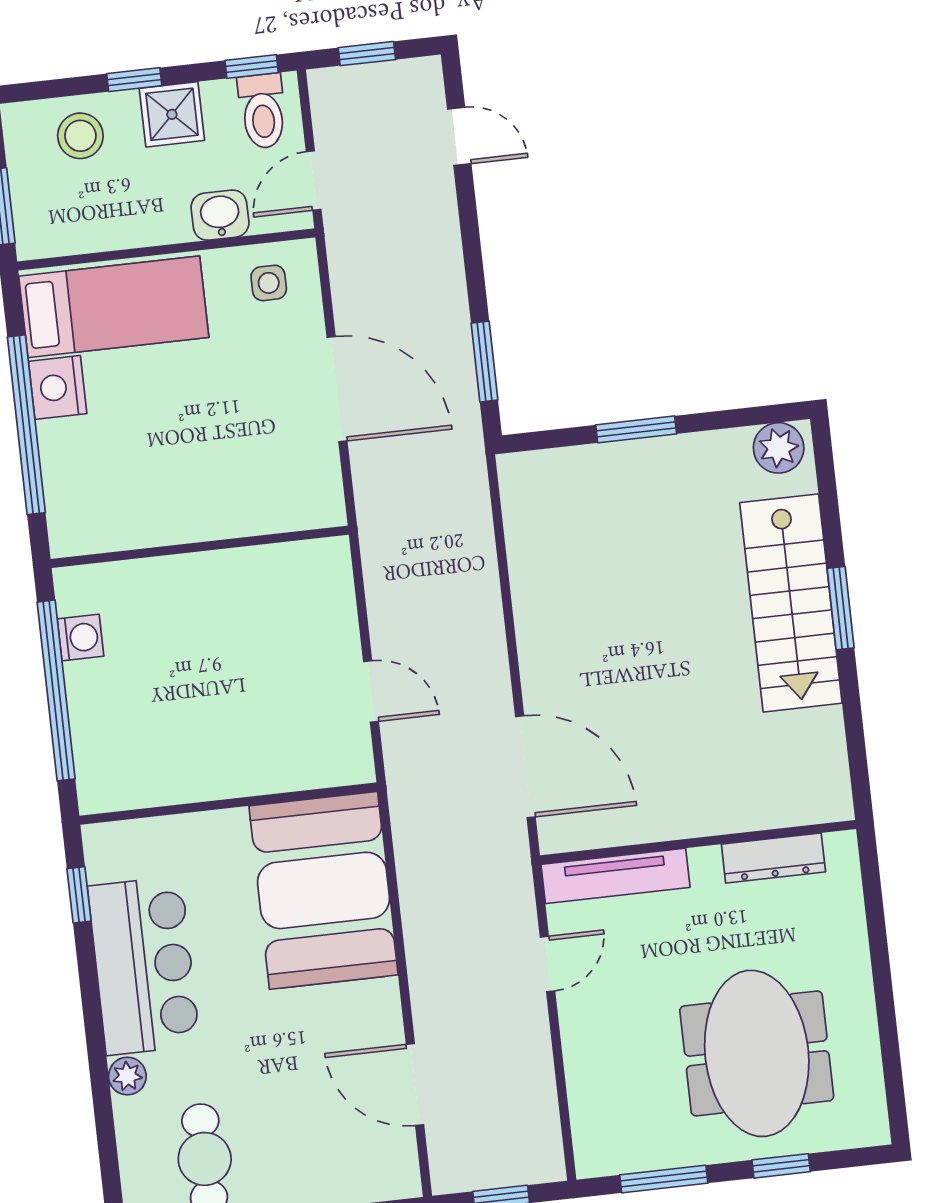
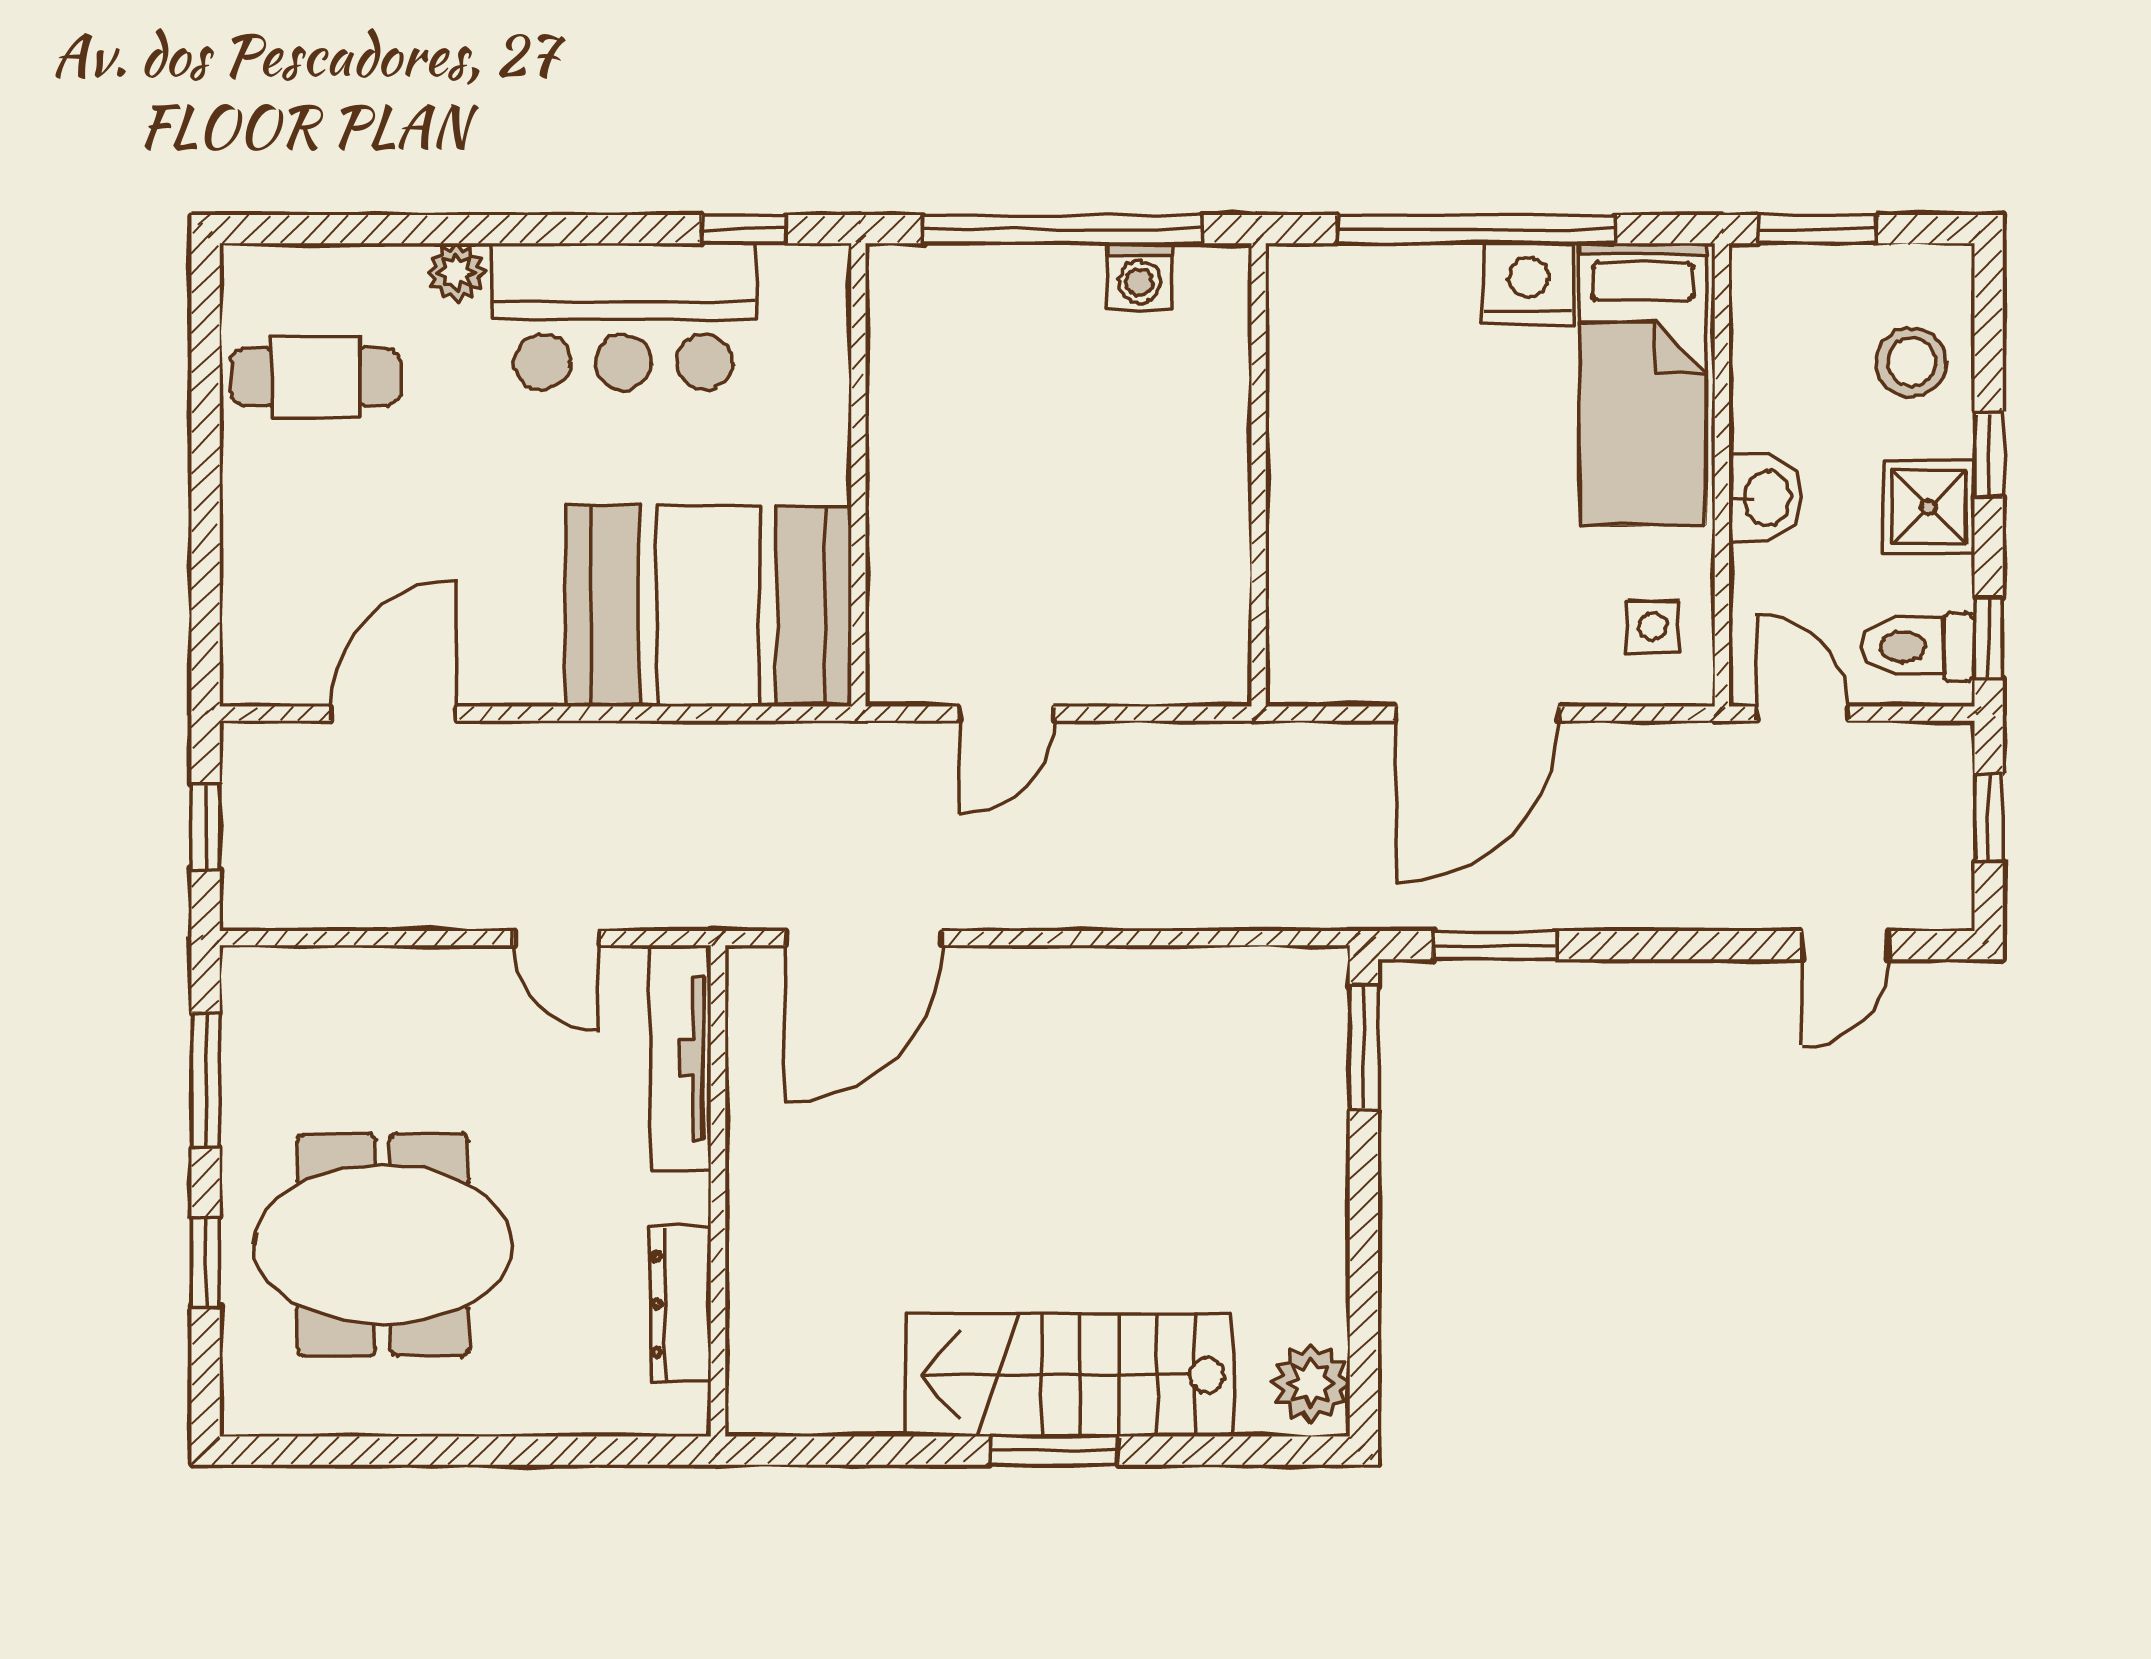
washbasin: (220, 215) -> (1765, 498), moved
window: (636, 429) -> (1364, 1048), moved

